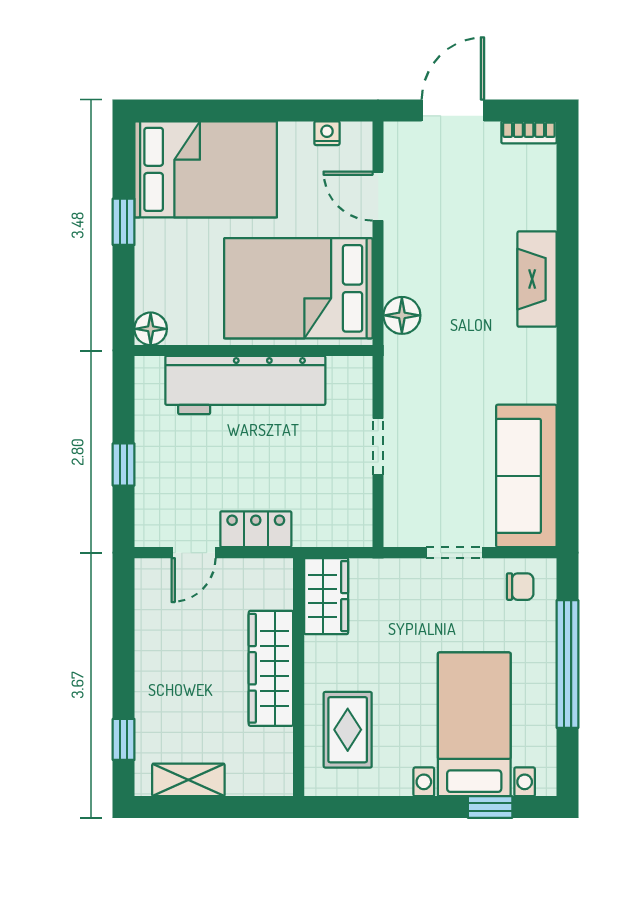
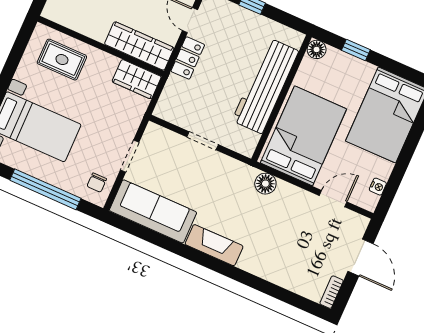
window: (124, 222) -> (356, 50), moved
fireplace: (537, 279) -> (214, 245), moved
wardrobe: (271, 668) -> (139, 46), moved

